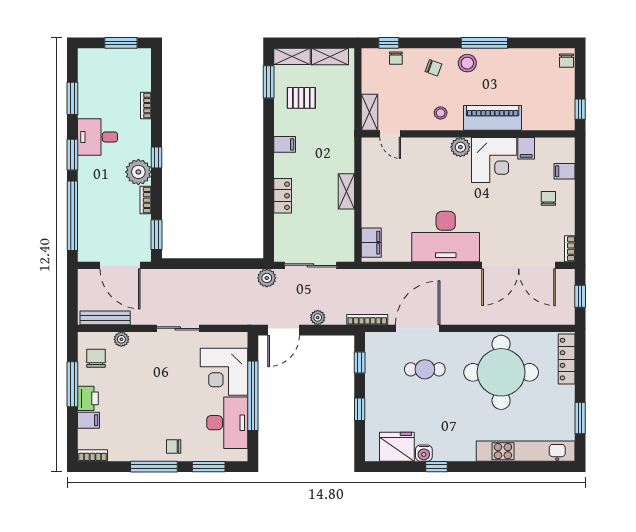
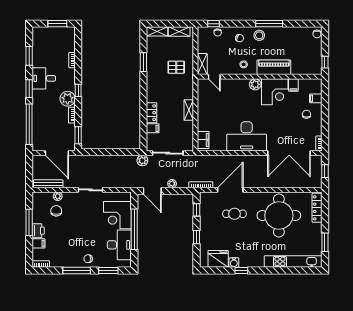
window: (269, 82) -> (143, 62), moved
pallet: (301, 98) -> (176, 67), moved
filing cabinet: (285, 144) -> (153, 128), moved
door: (284, 330) -> (152, 191), hinge flipped
chair: (96, 358) -> (56, 211), moved

